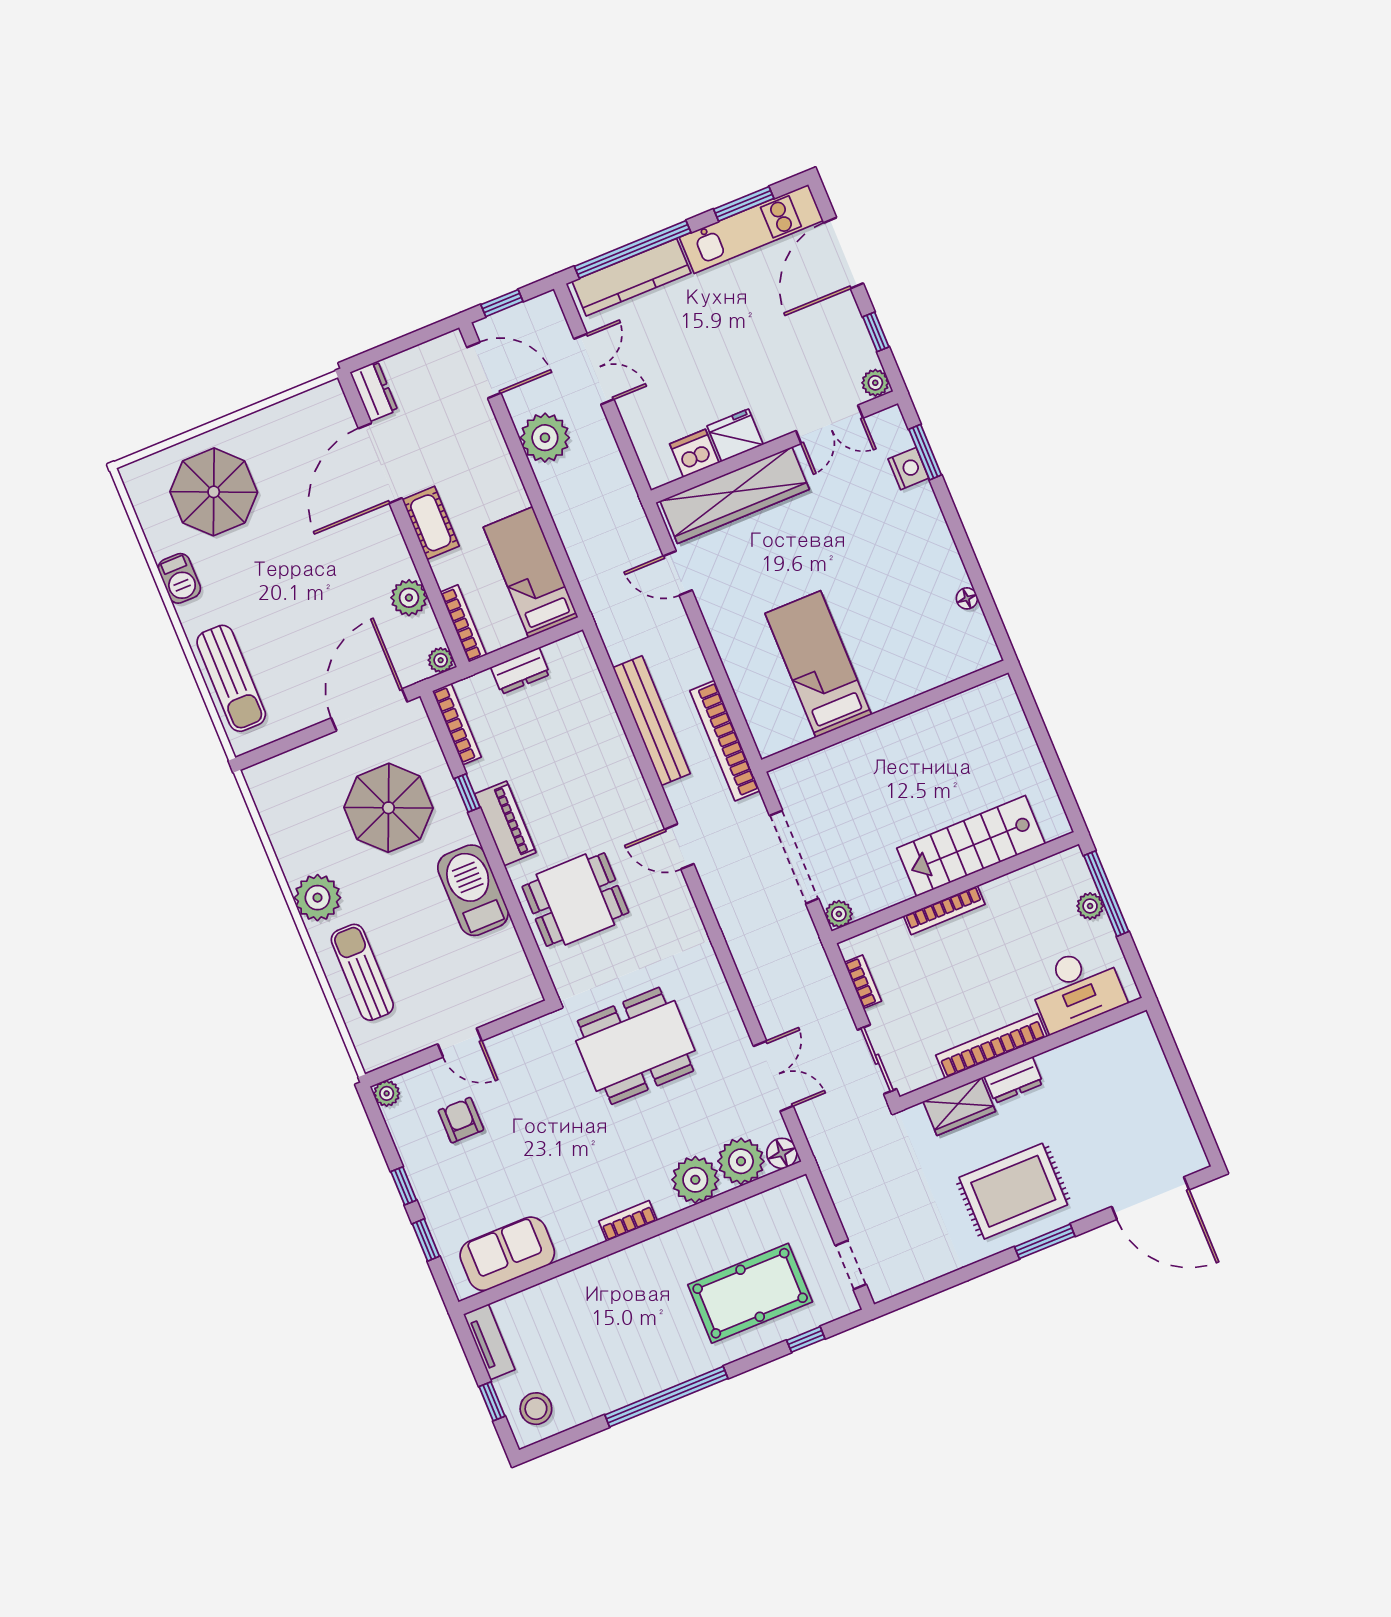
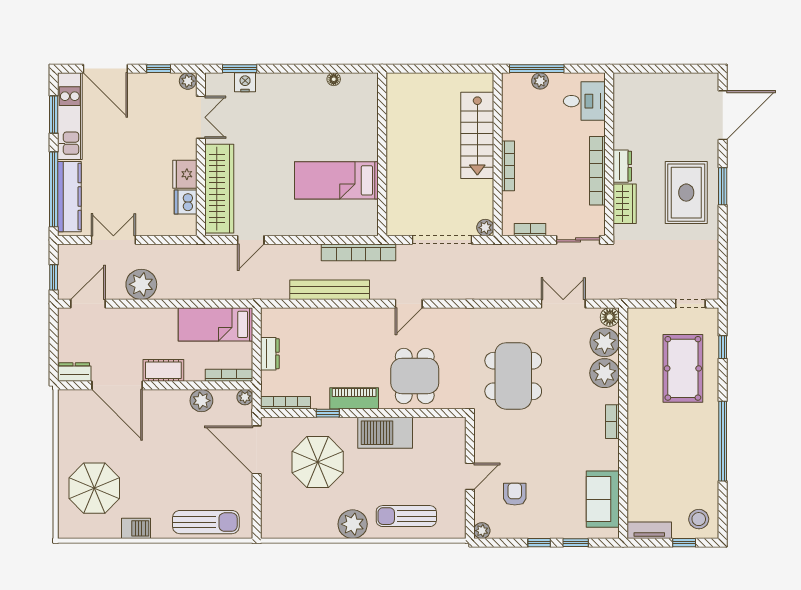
desk: (1076, 988) -> (584, 101), width x0.73
armchair: (461, 1120) -> (515, 494), turned 90

